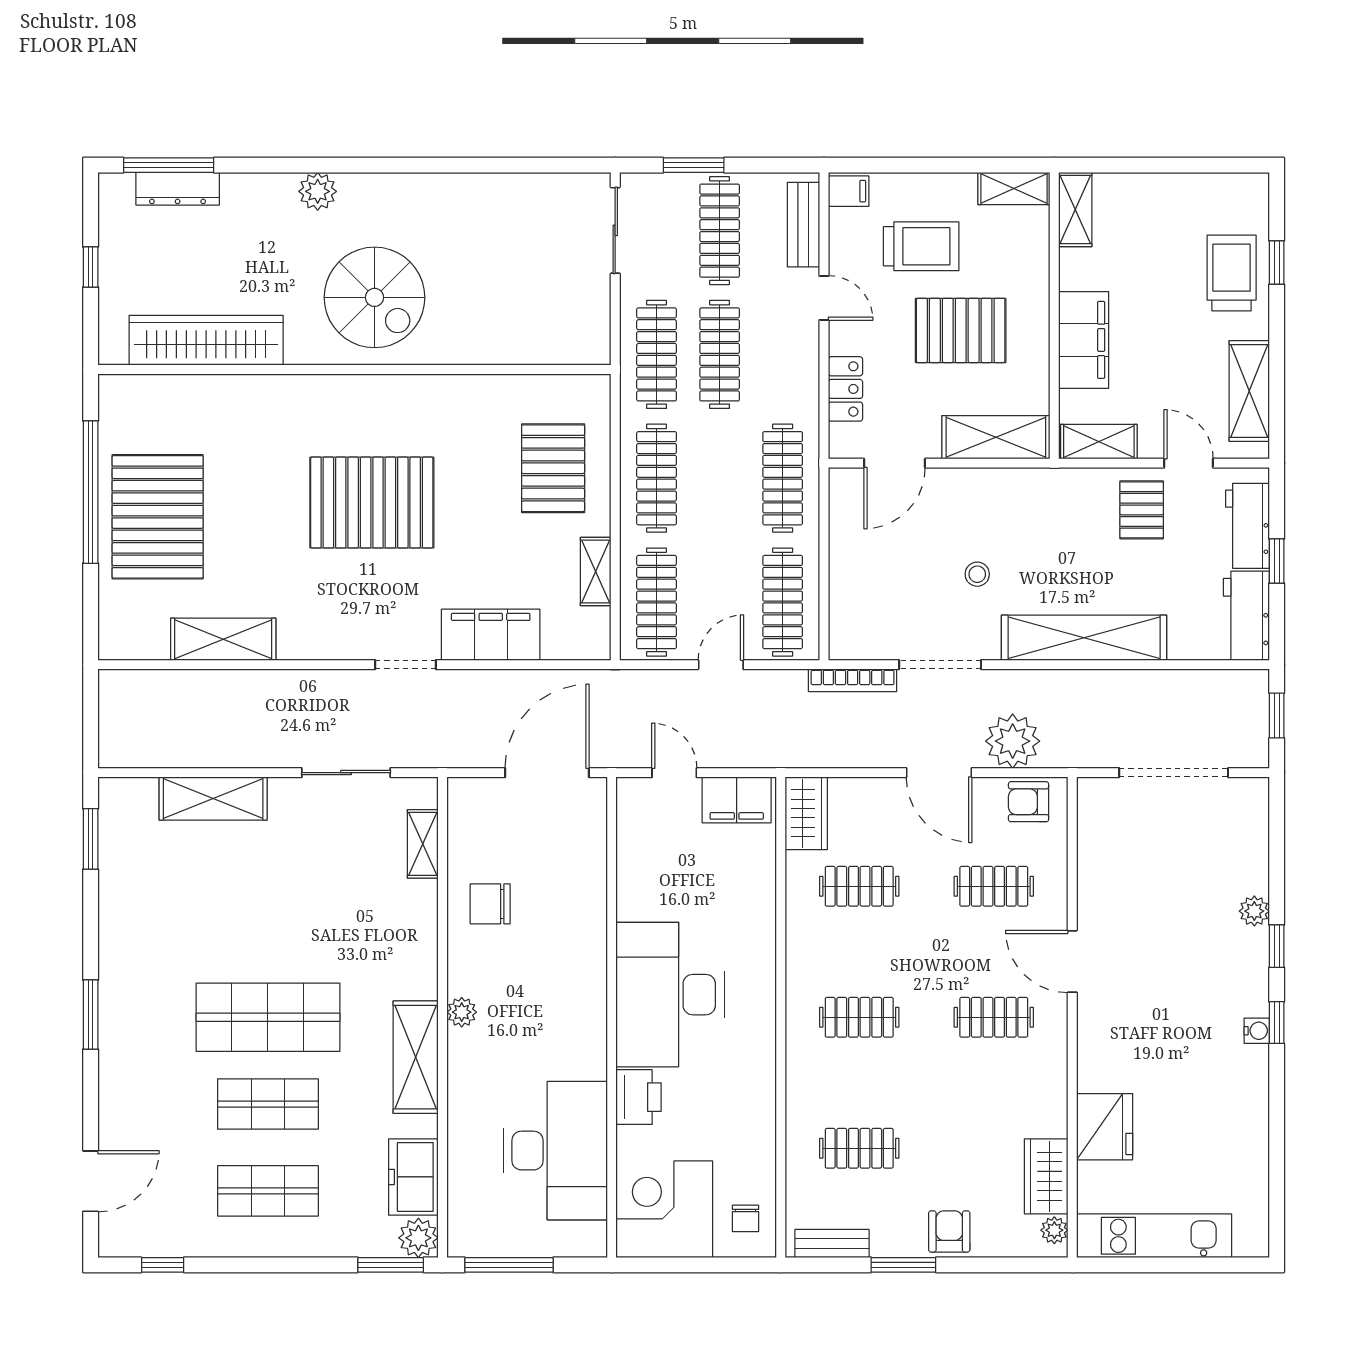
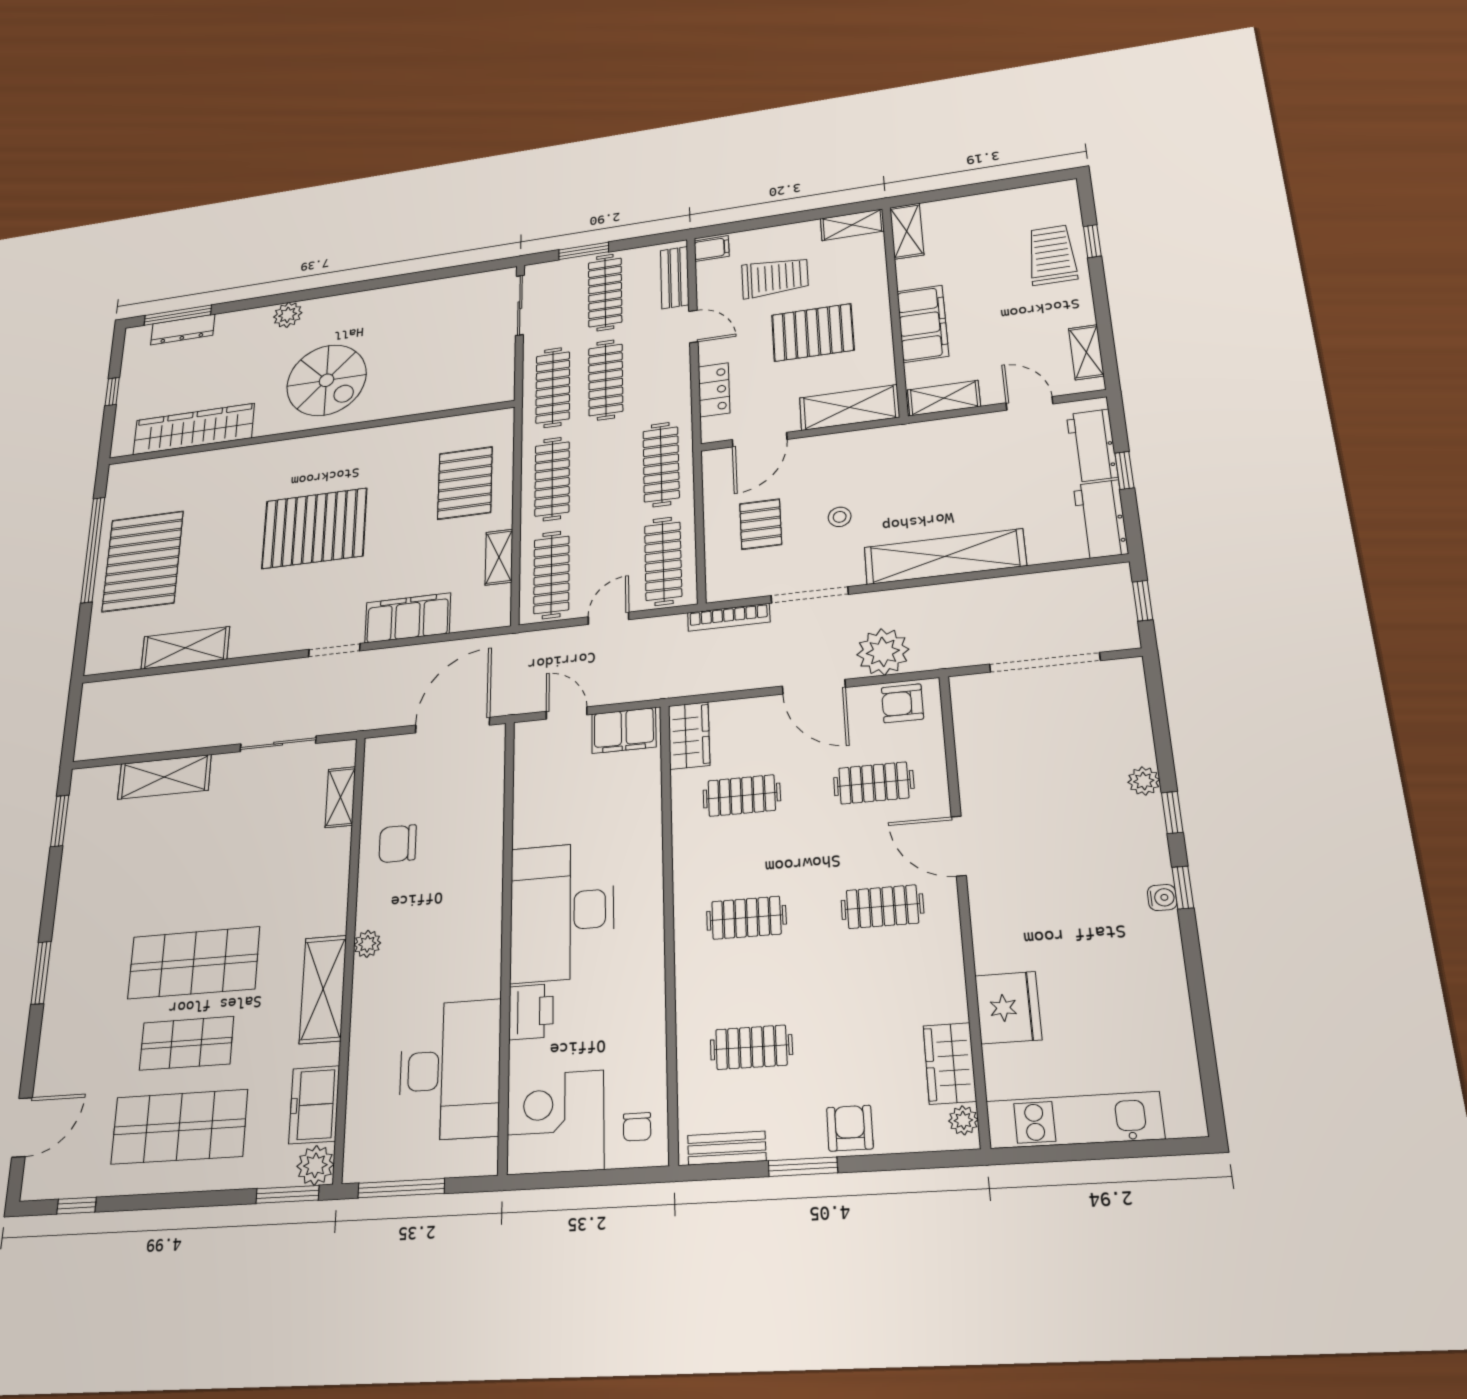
shelving: (1249, 391) -> (1086, 352), width x0.67, depth x0.75
pallet: (1142, 510) -> (761, 524), moved
shop shelf: (268, 1191) -> (179, 1127), width x1.43, depth x1.36

